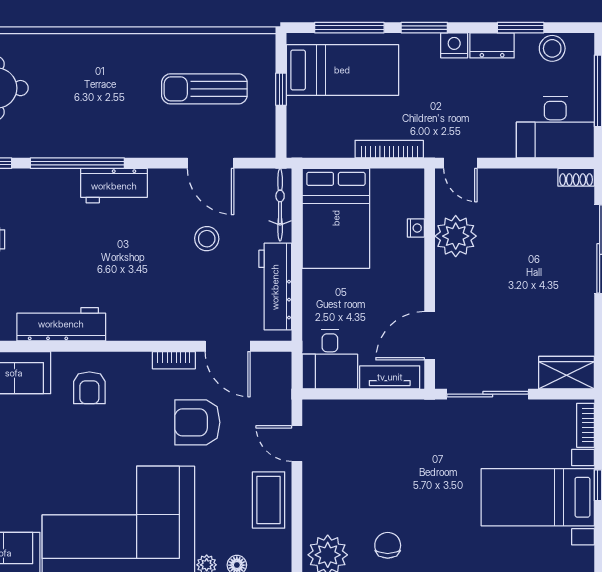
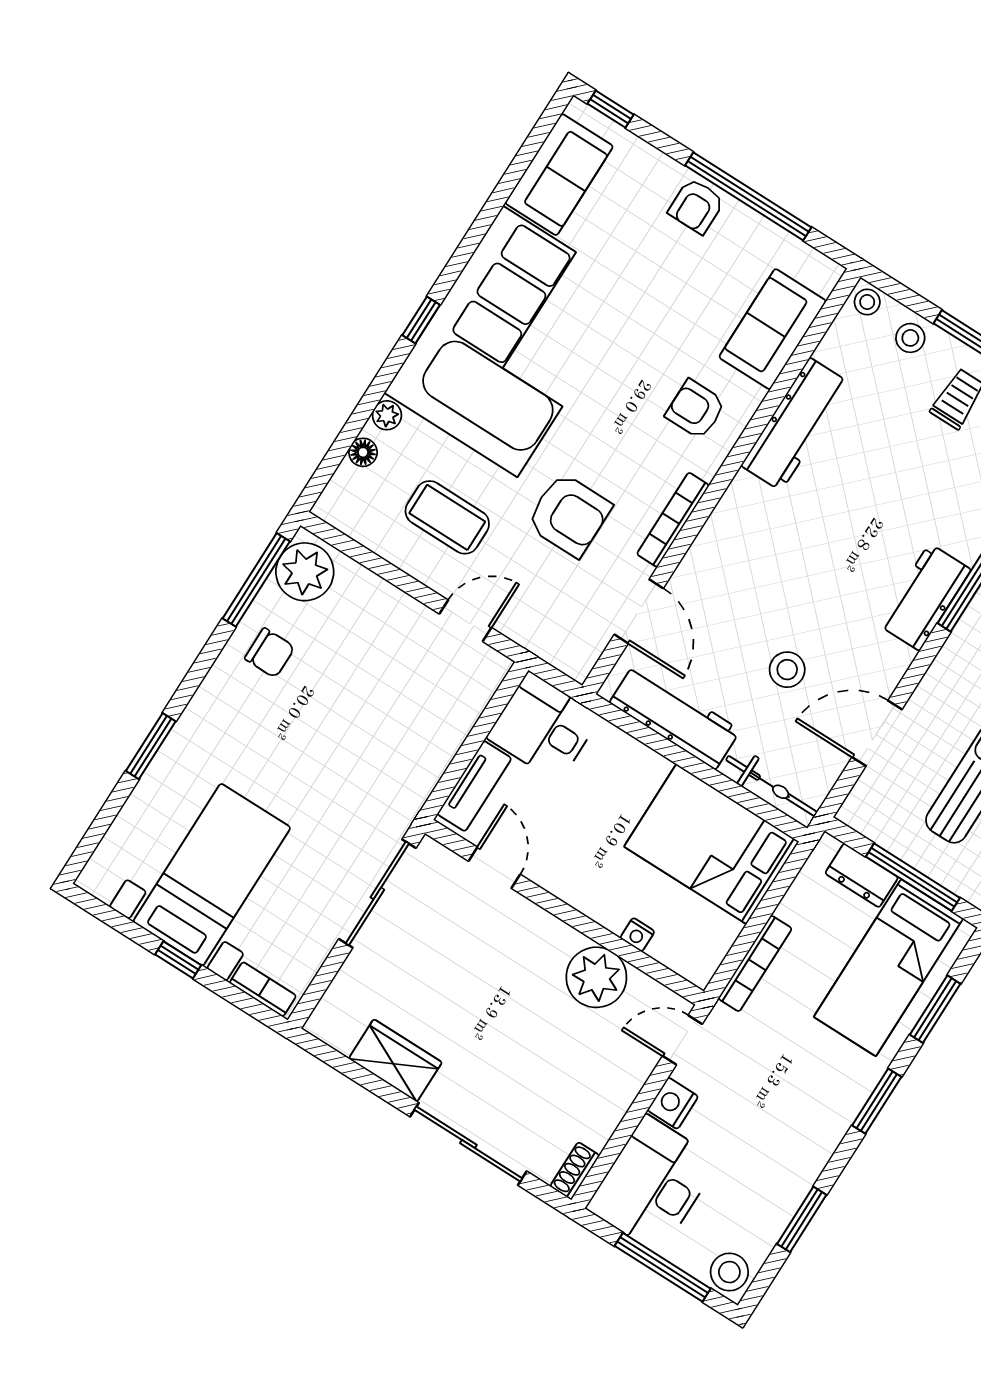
window: (349, 28) -> (935, 1009), width x0.69
nightstand: (454, 45) -> (673, 1103), moved, turned 180
dresser: (492, 45) -> (862, 875), moved, turned -90
stool: (552, 48) -> (729, 1272), moved
window: (281, 89) -> (913, 877), width x2.17
door: (430, 336) -> (494, 868), width x0.73
door: (228, 346) -> (639, 611), swing flipped
bookcase: (174, 360) -> (673, 520), width x1.56
wardrobe: (566, 373) -> (395, 1061), moved, turned -90
armchair: (197, 422) -> (569, 515), turned 90
coffee table: (269, 500) -> (447, 517), moved

